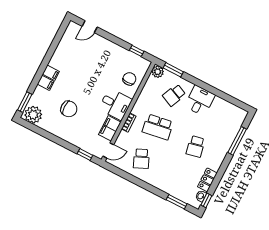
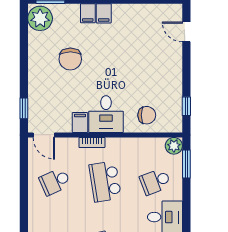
school desk: (174, 95) -> (155, 182), turned -45
filing cabinet: (110, 128) -> (80, 123), width x0.50

